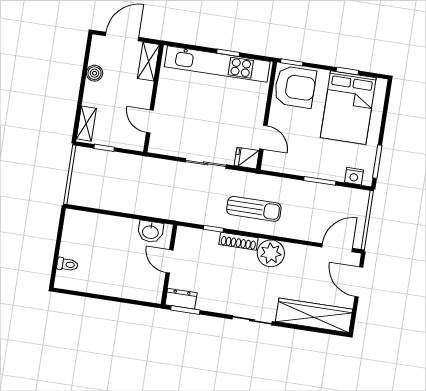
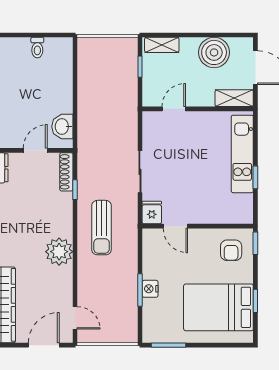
kitchen unit: (217, 64) -> (242, 154), width x0.73
boiler: (94, 73) -> (214, 52), width x1.86, depth x1.86
armchair: (295, 87) -> (231, 250), width x0.53, depth x0.53
door: (263, 137) -> (175, 226), hinge flipped
nightstand: (354, 176) -> (150, 289), moved
shoe rack: (239, 241) -> (66, 172), moved
door: (337, 248) -> (75, 318), width x0.73
toilet: (67, 264) -> (37, 48), moved

